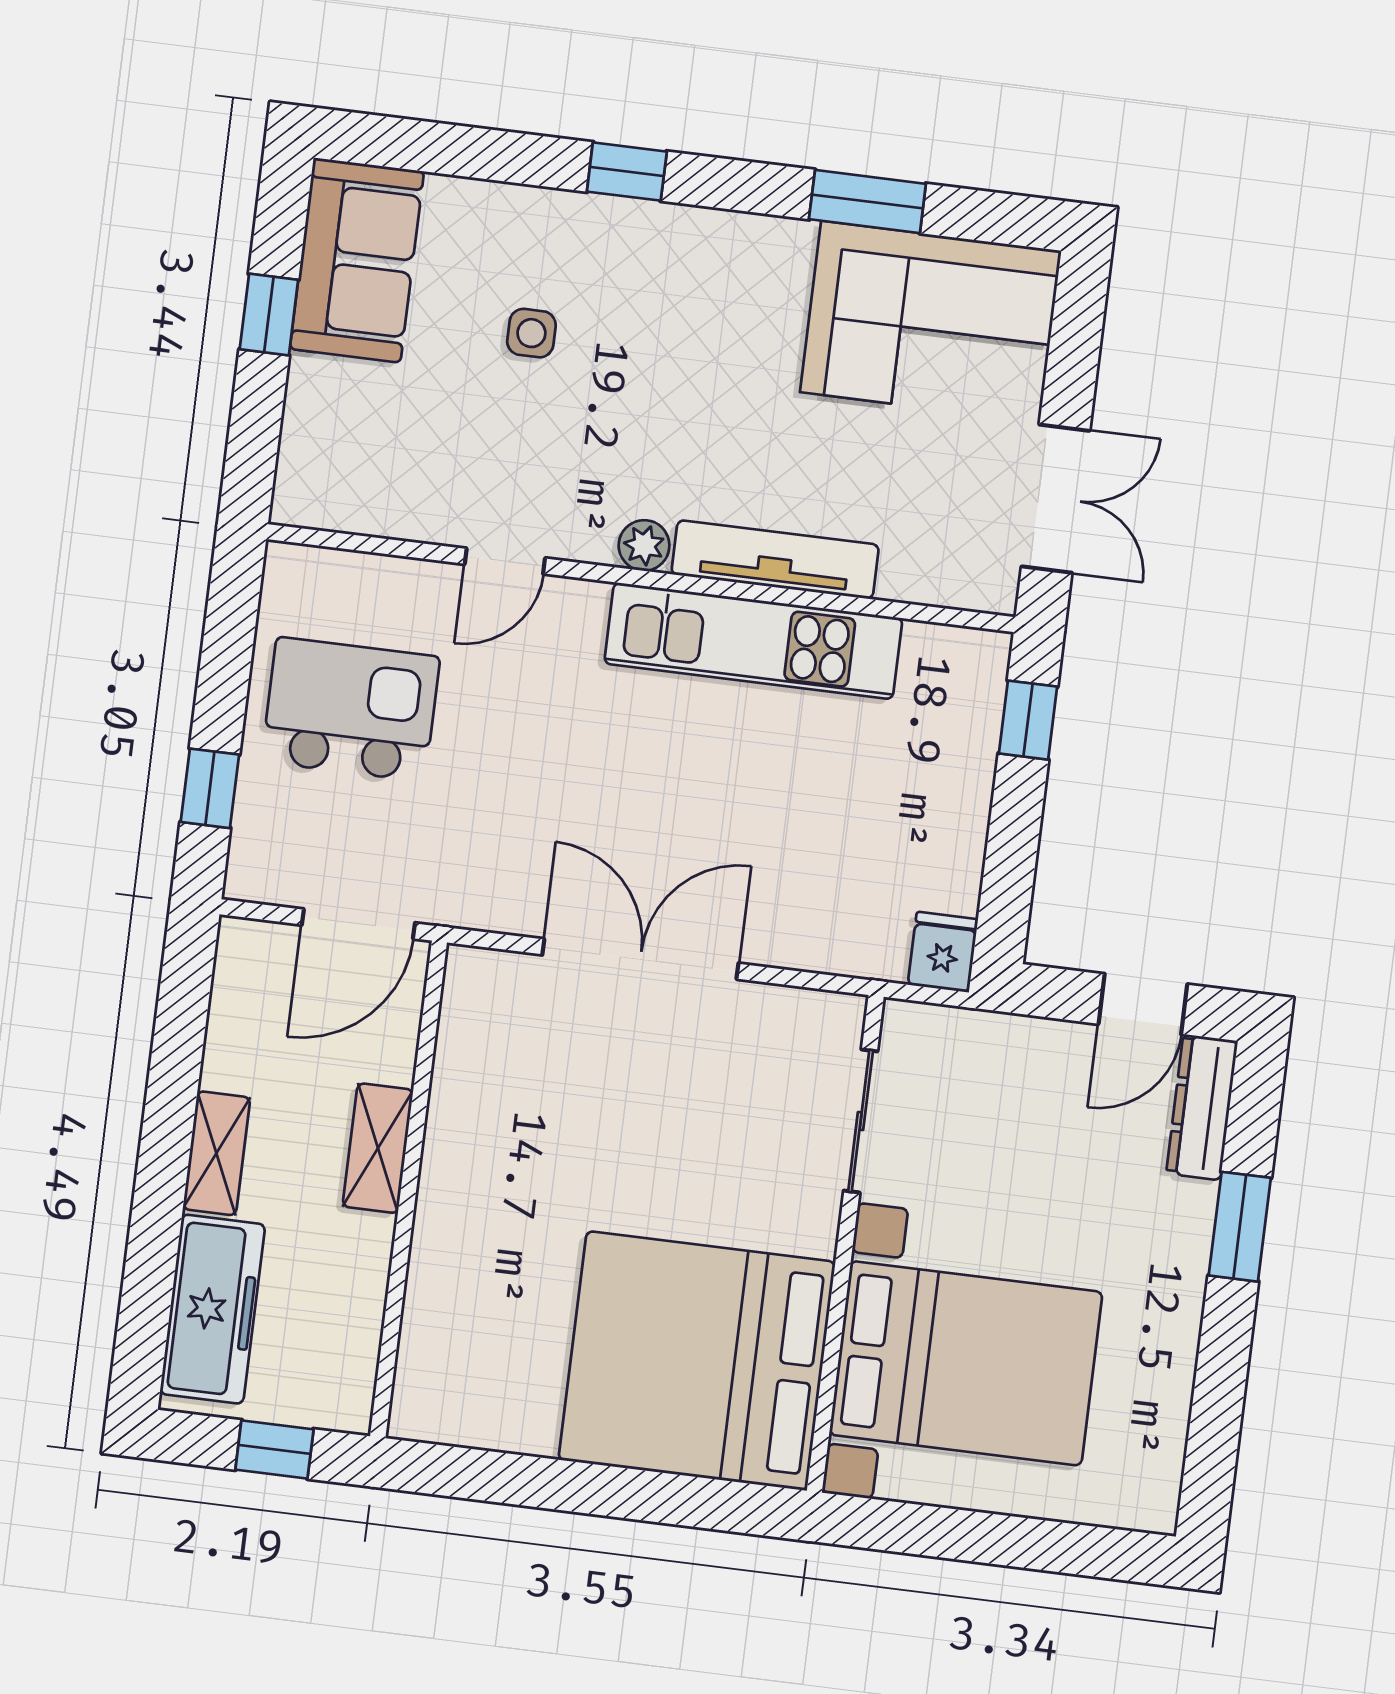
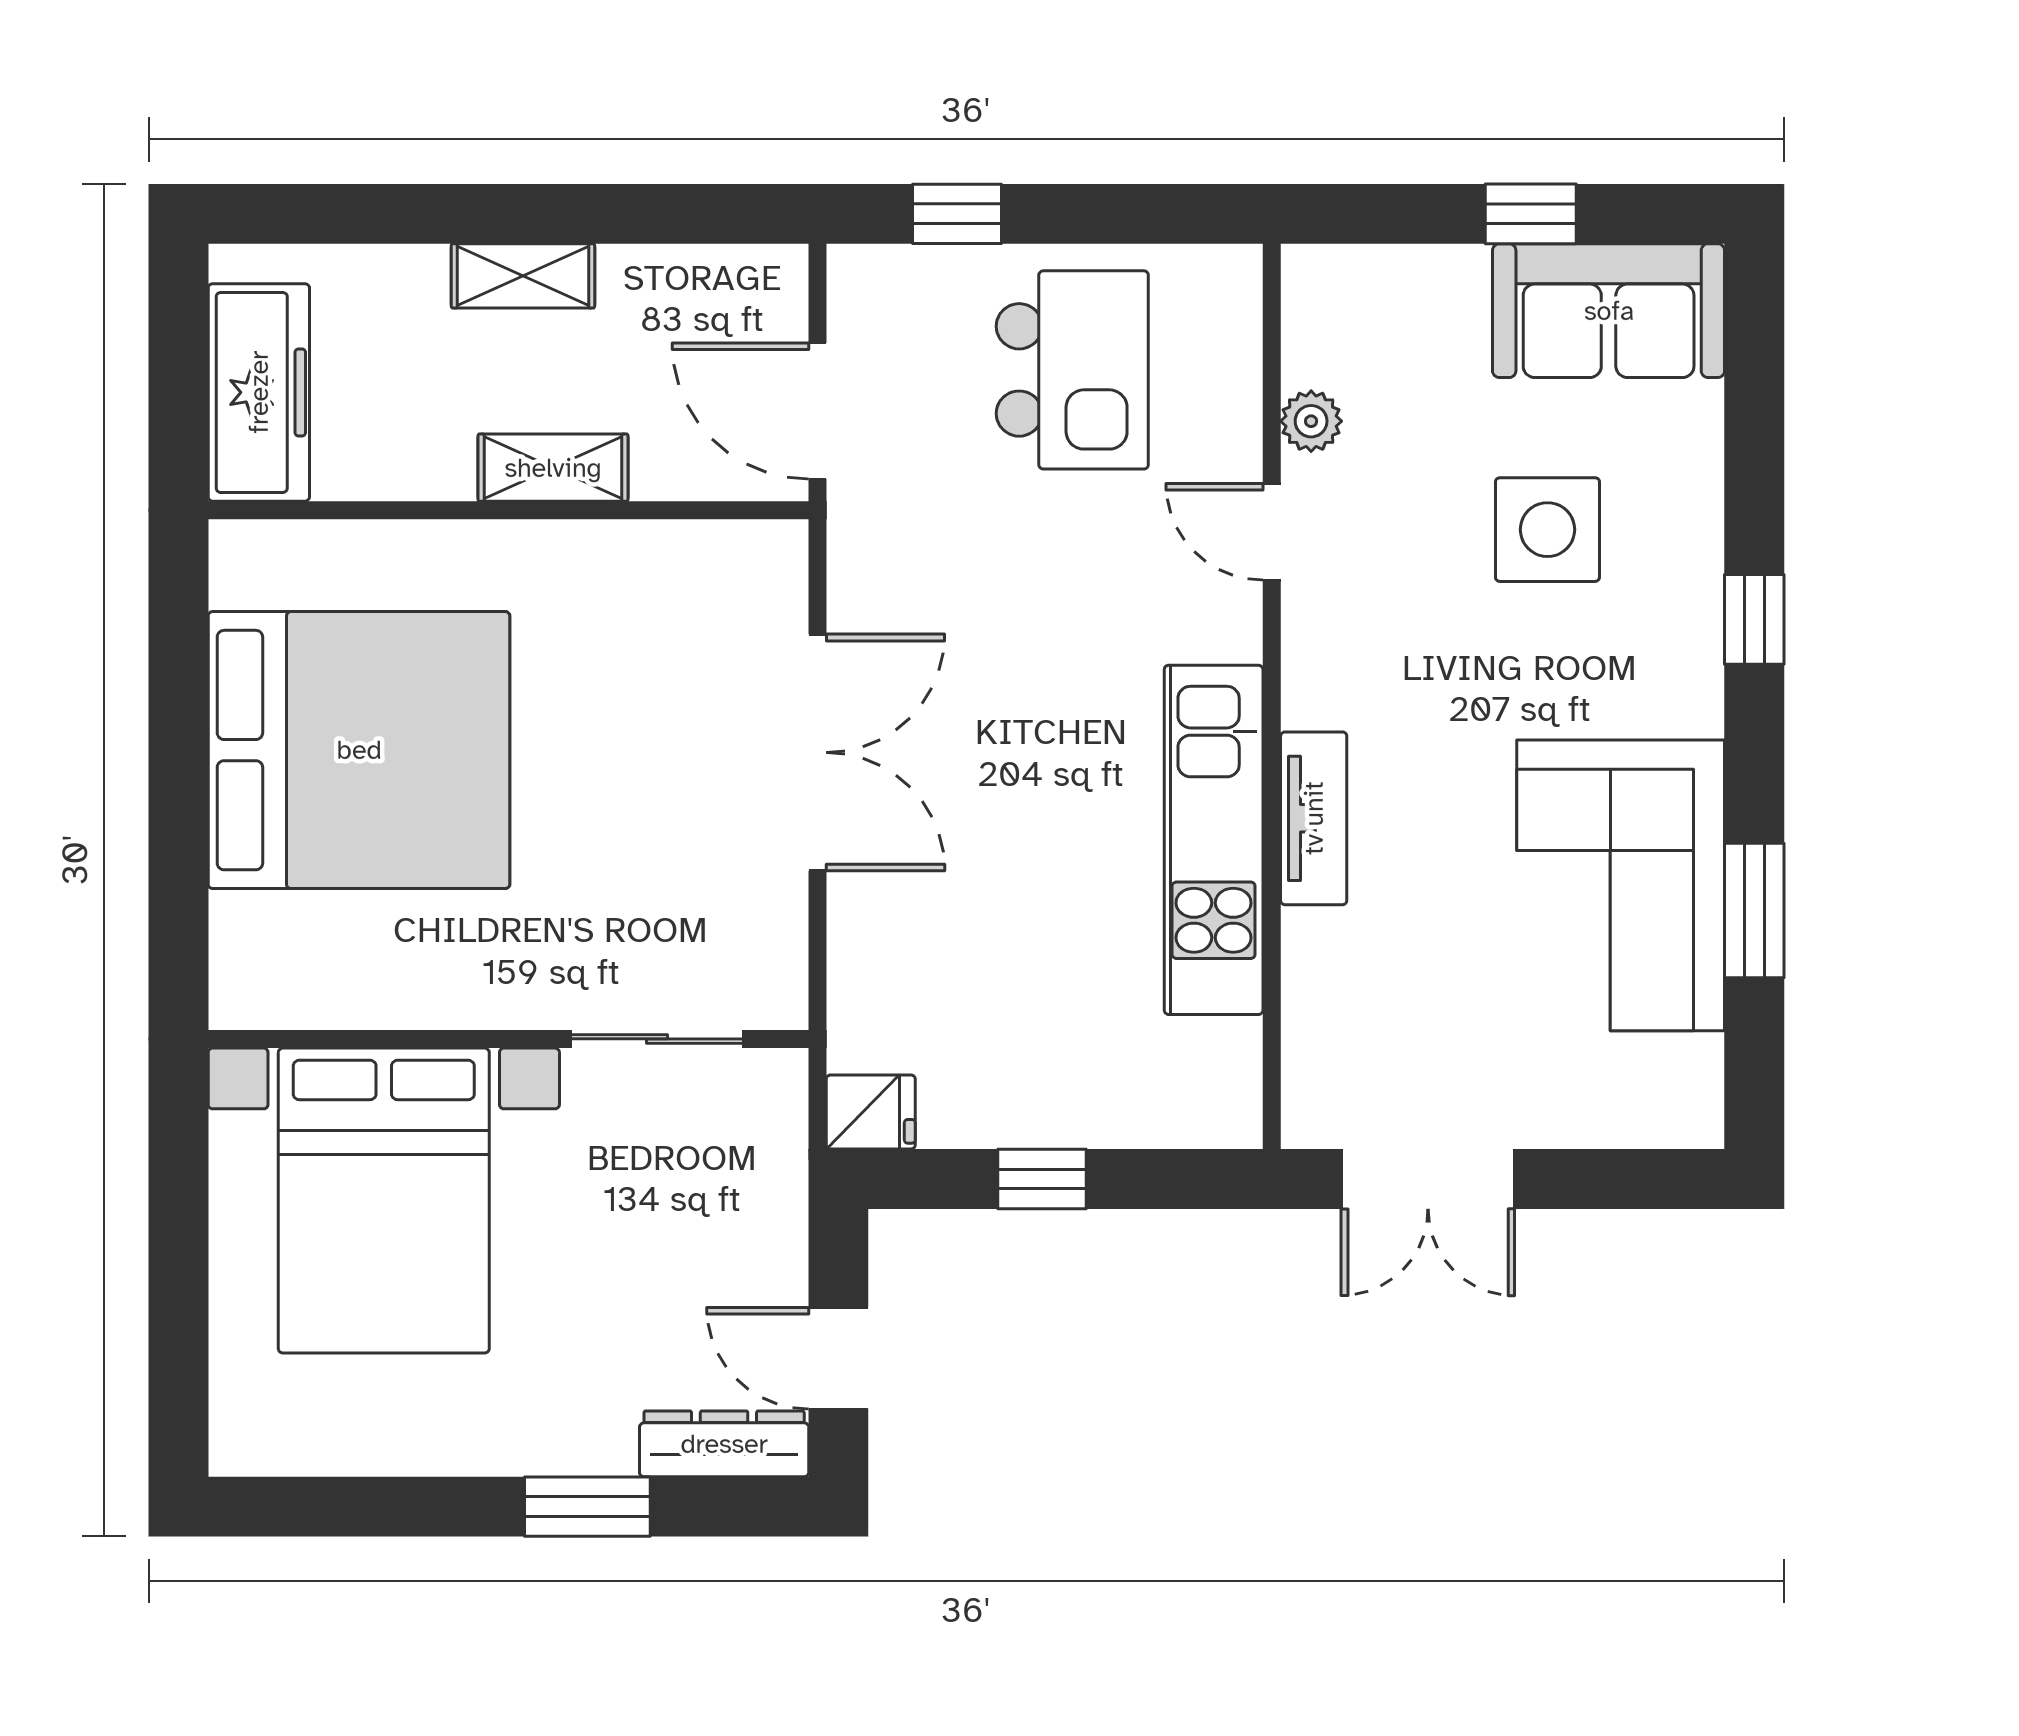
corner sofa: (931, 321) -> (1621, 885), moved
side table: (531, 333) -> (1547, 530), width x1.87, depth x1.87
plant: (644, 545) -> (1311, 421), moved
tv unit: (775, 560) -> (1314, 818), width x0.71
window: (1028, 720) -> (1042, 1179), moved
freezer: (212, 1309) -> (259, 392), moved, turned -90
bed: (697, 1361) -> (359, 750), moved, turned 90
window: (274, 1449) -> (178, 389), removed

